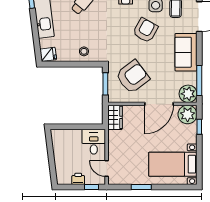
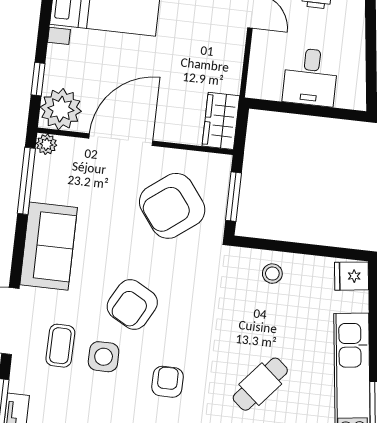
plant: (188, 94) -> (46, 144), width x0.53, depth x0.53
desk: (94, 142) -> (310, 77), moved

